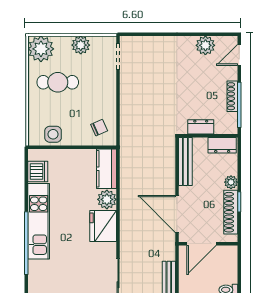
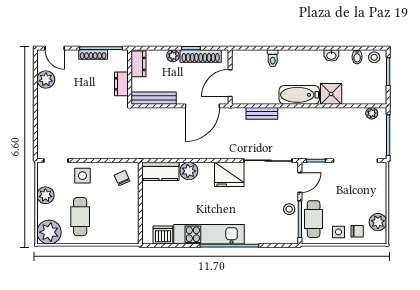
side table: (53, 134) -> (82, 176), moved
fridge: (103, 226) -> (229, 174), moved
door: (202, 244) -> (230, 83), swing flipped

